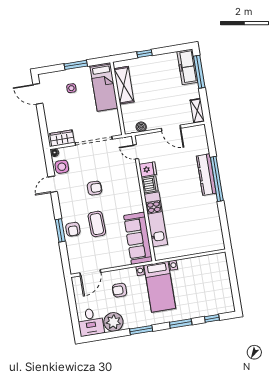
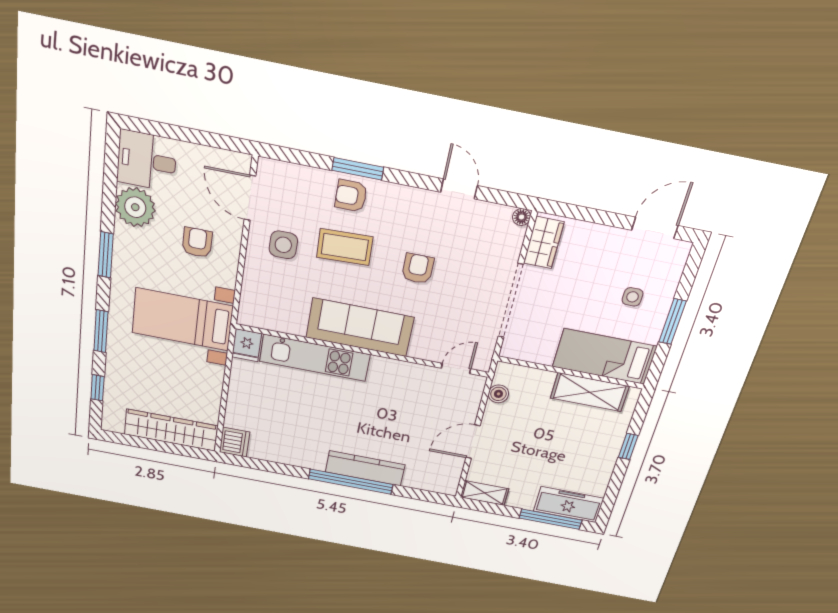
side table: (62, 167) -> (283, 245), moved
fridge: (148, 169) -> (247, 345), moved
dishwasher: (150, 184) -> (235, 442), moved, turned -90
armchair: (94, 188) -> (418, 269), turned 180
sofa: (138, 238) -> (360, 327), moved
wardrobe: (222, 277) -> (171, 430), added

